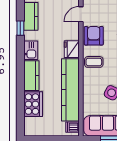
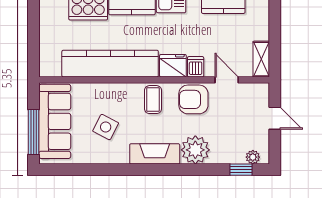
armchair: (94, 36) -> (193, 99), turned 180
dishwasher: (72, 127) -> (196, 67), moved

